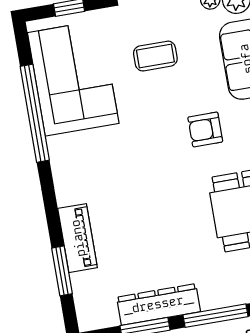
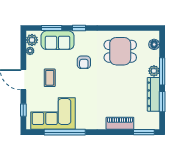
window: (62, 271) -> (144, 132), moved
plant: (213, 296) -> (154, 71), added

